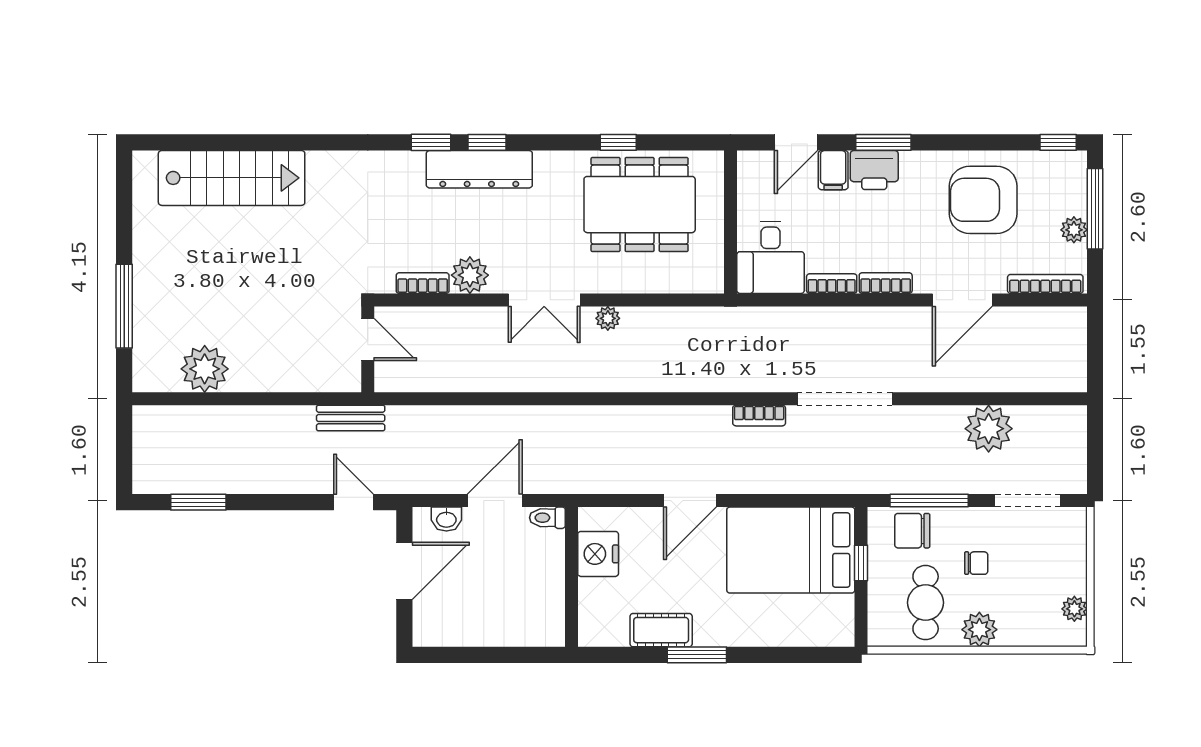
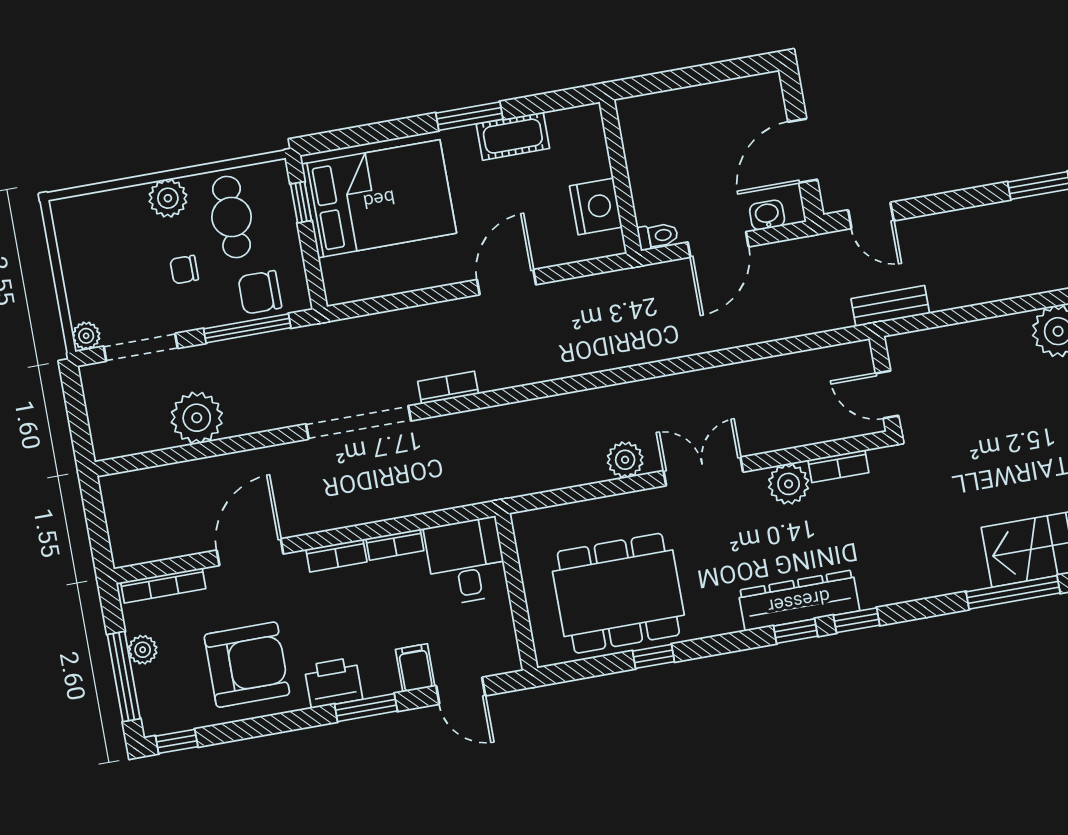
window: (286, 142) -> (1013, 592), added
door: (796, 142) -> (461, 691), swing flipped
printer: (874, 170) -> (333, 683), moved
plant: (608, 318) -> (625, 460), width x1.38, depth x1.38
chair: (912, 531) -> (260, 292), turned 180
bed: (791, 550) -> (379, 199), moved
window: (861, 563) -> (301, 202), moved
plant: (1074, 609) -> (86, 336), moved

